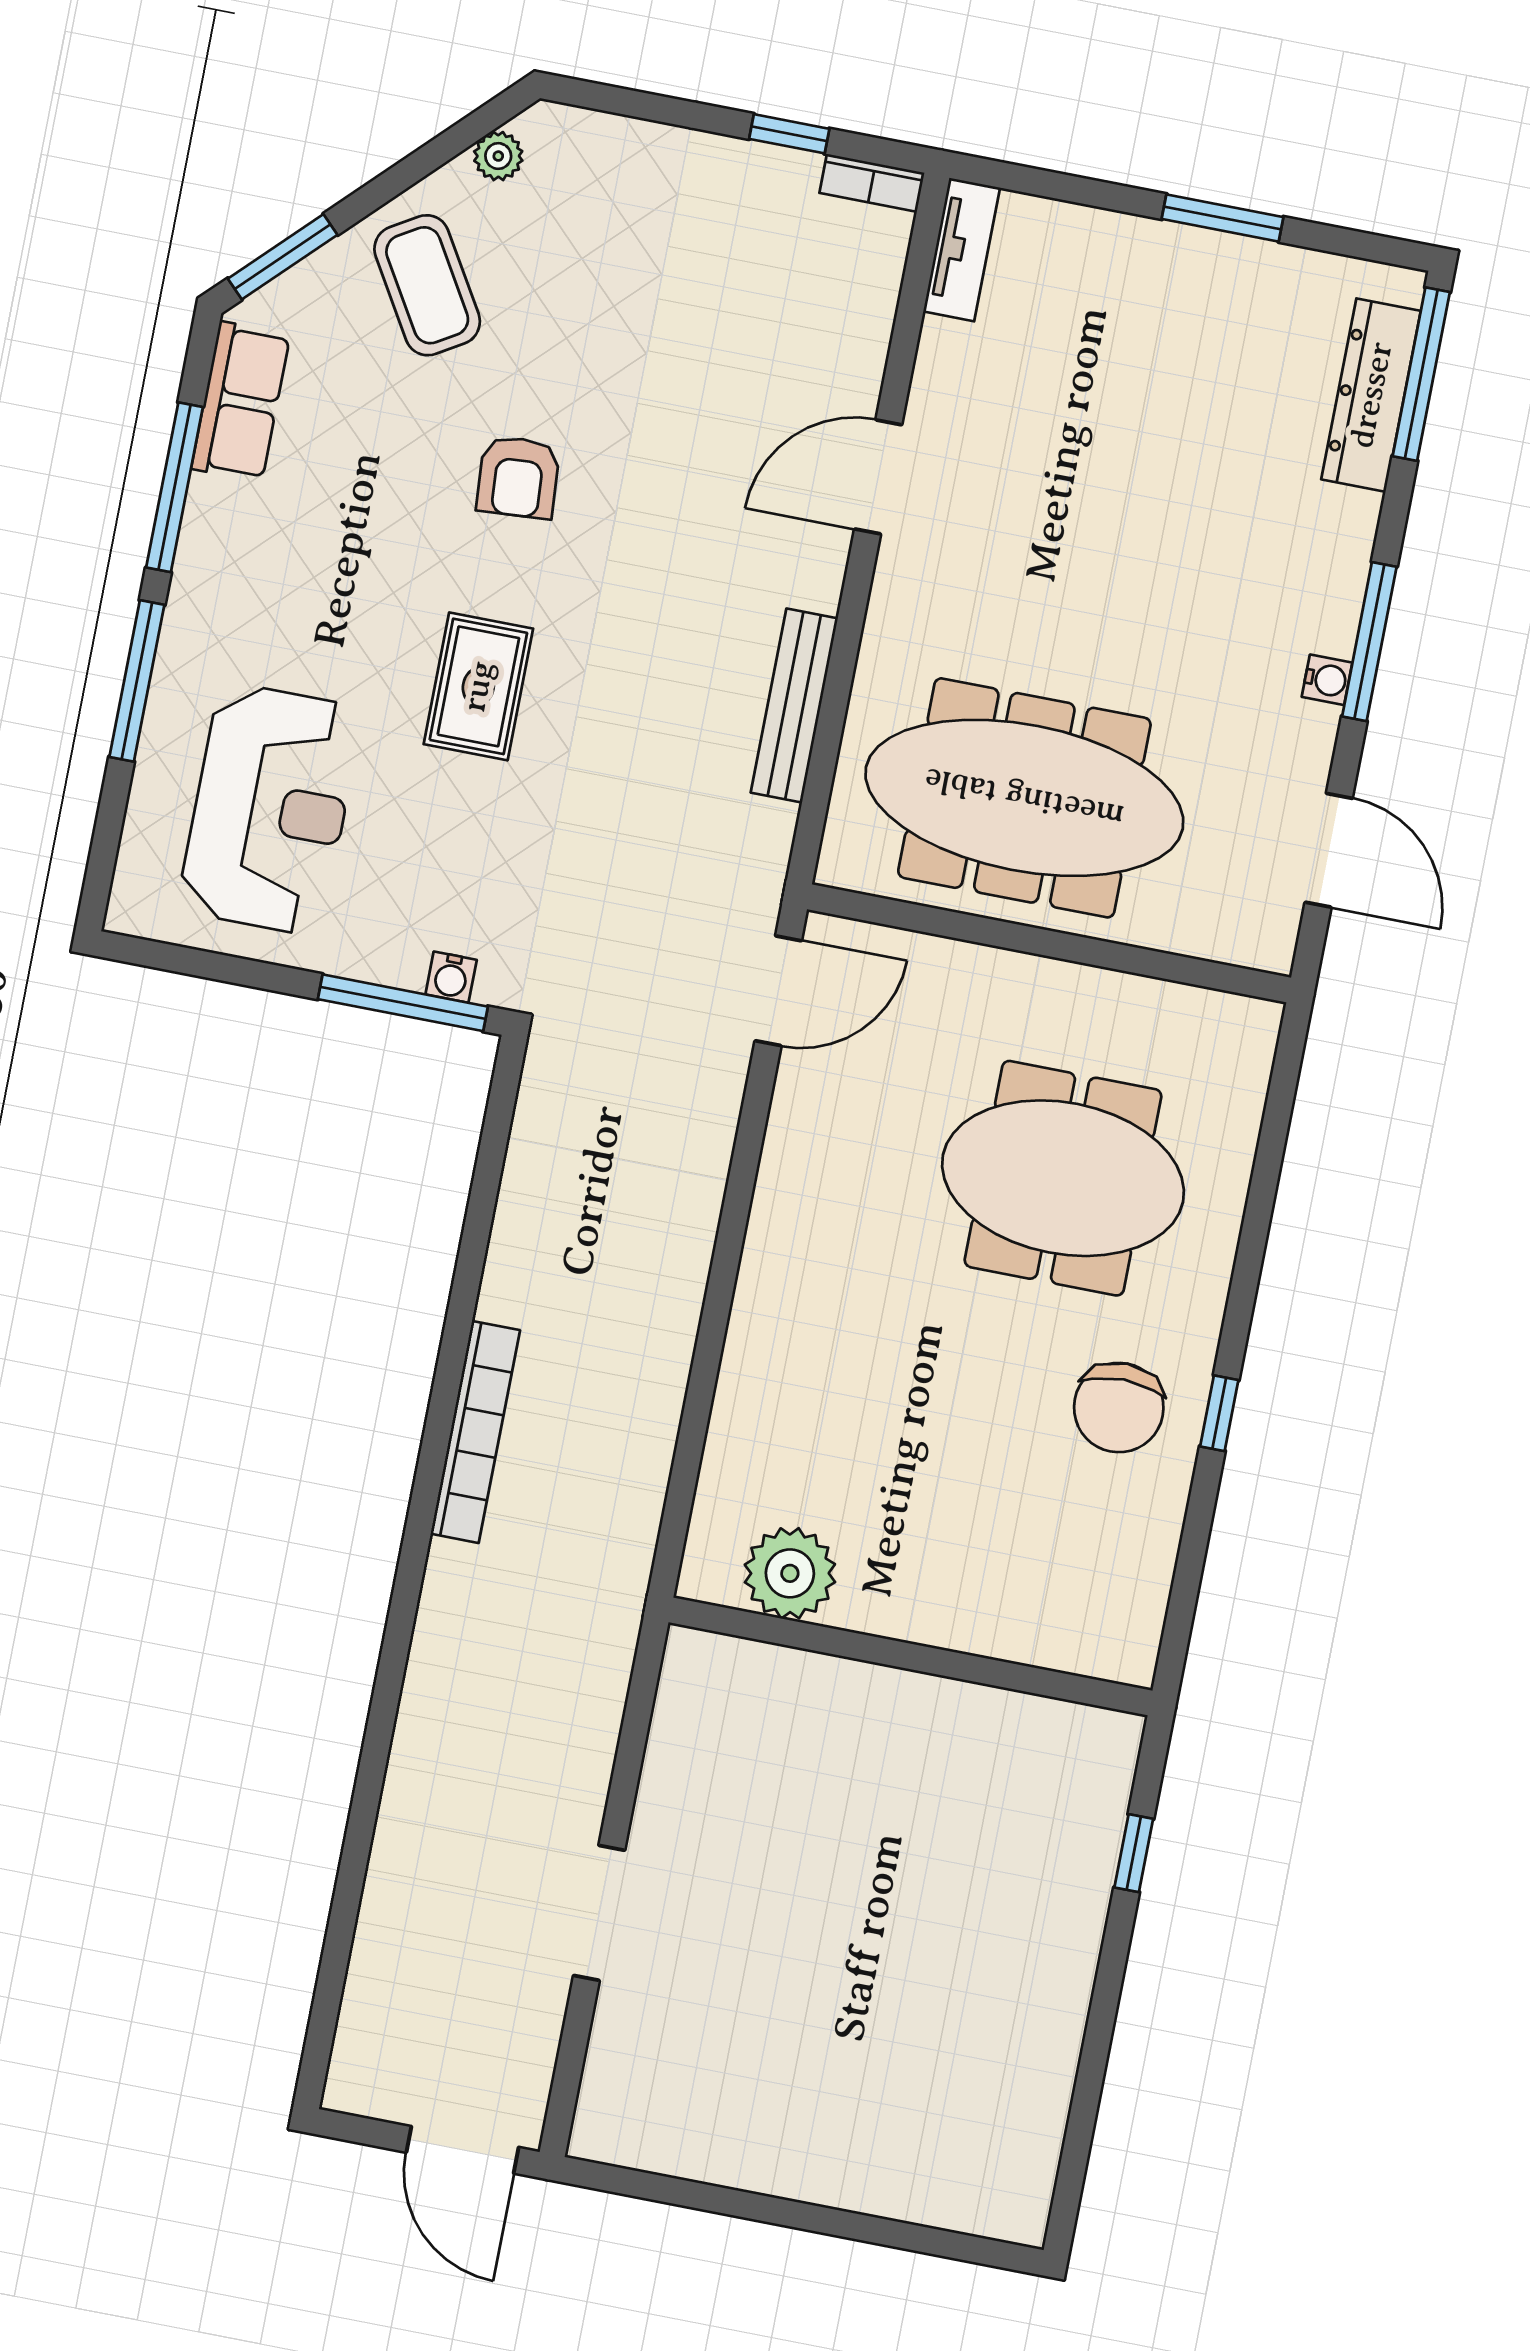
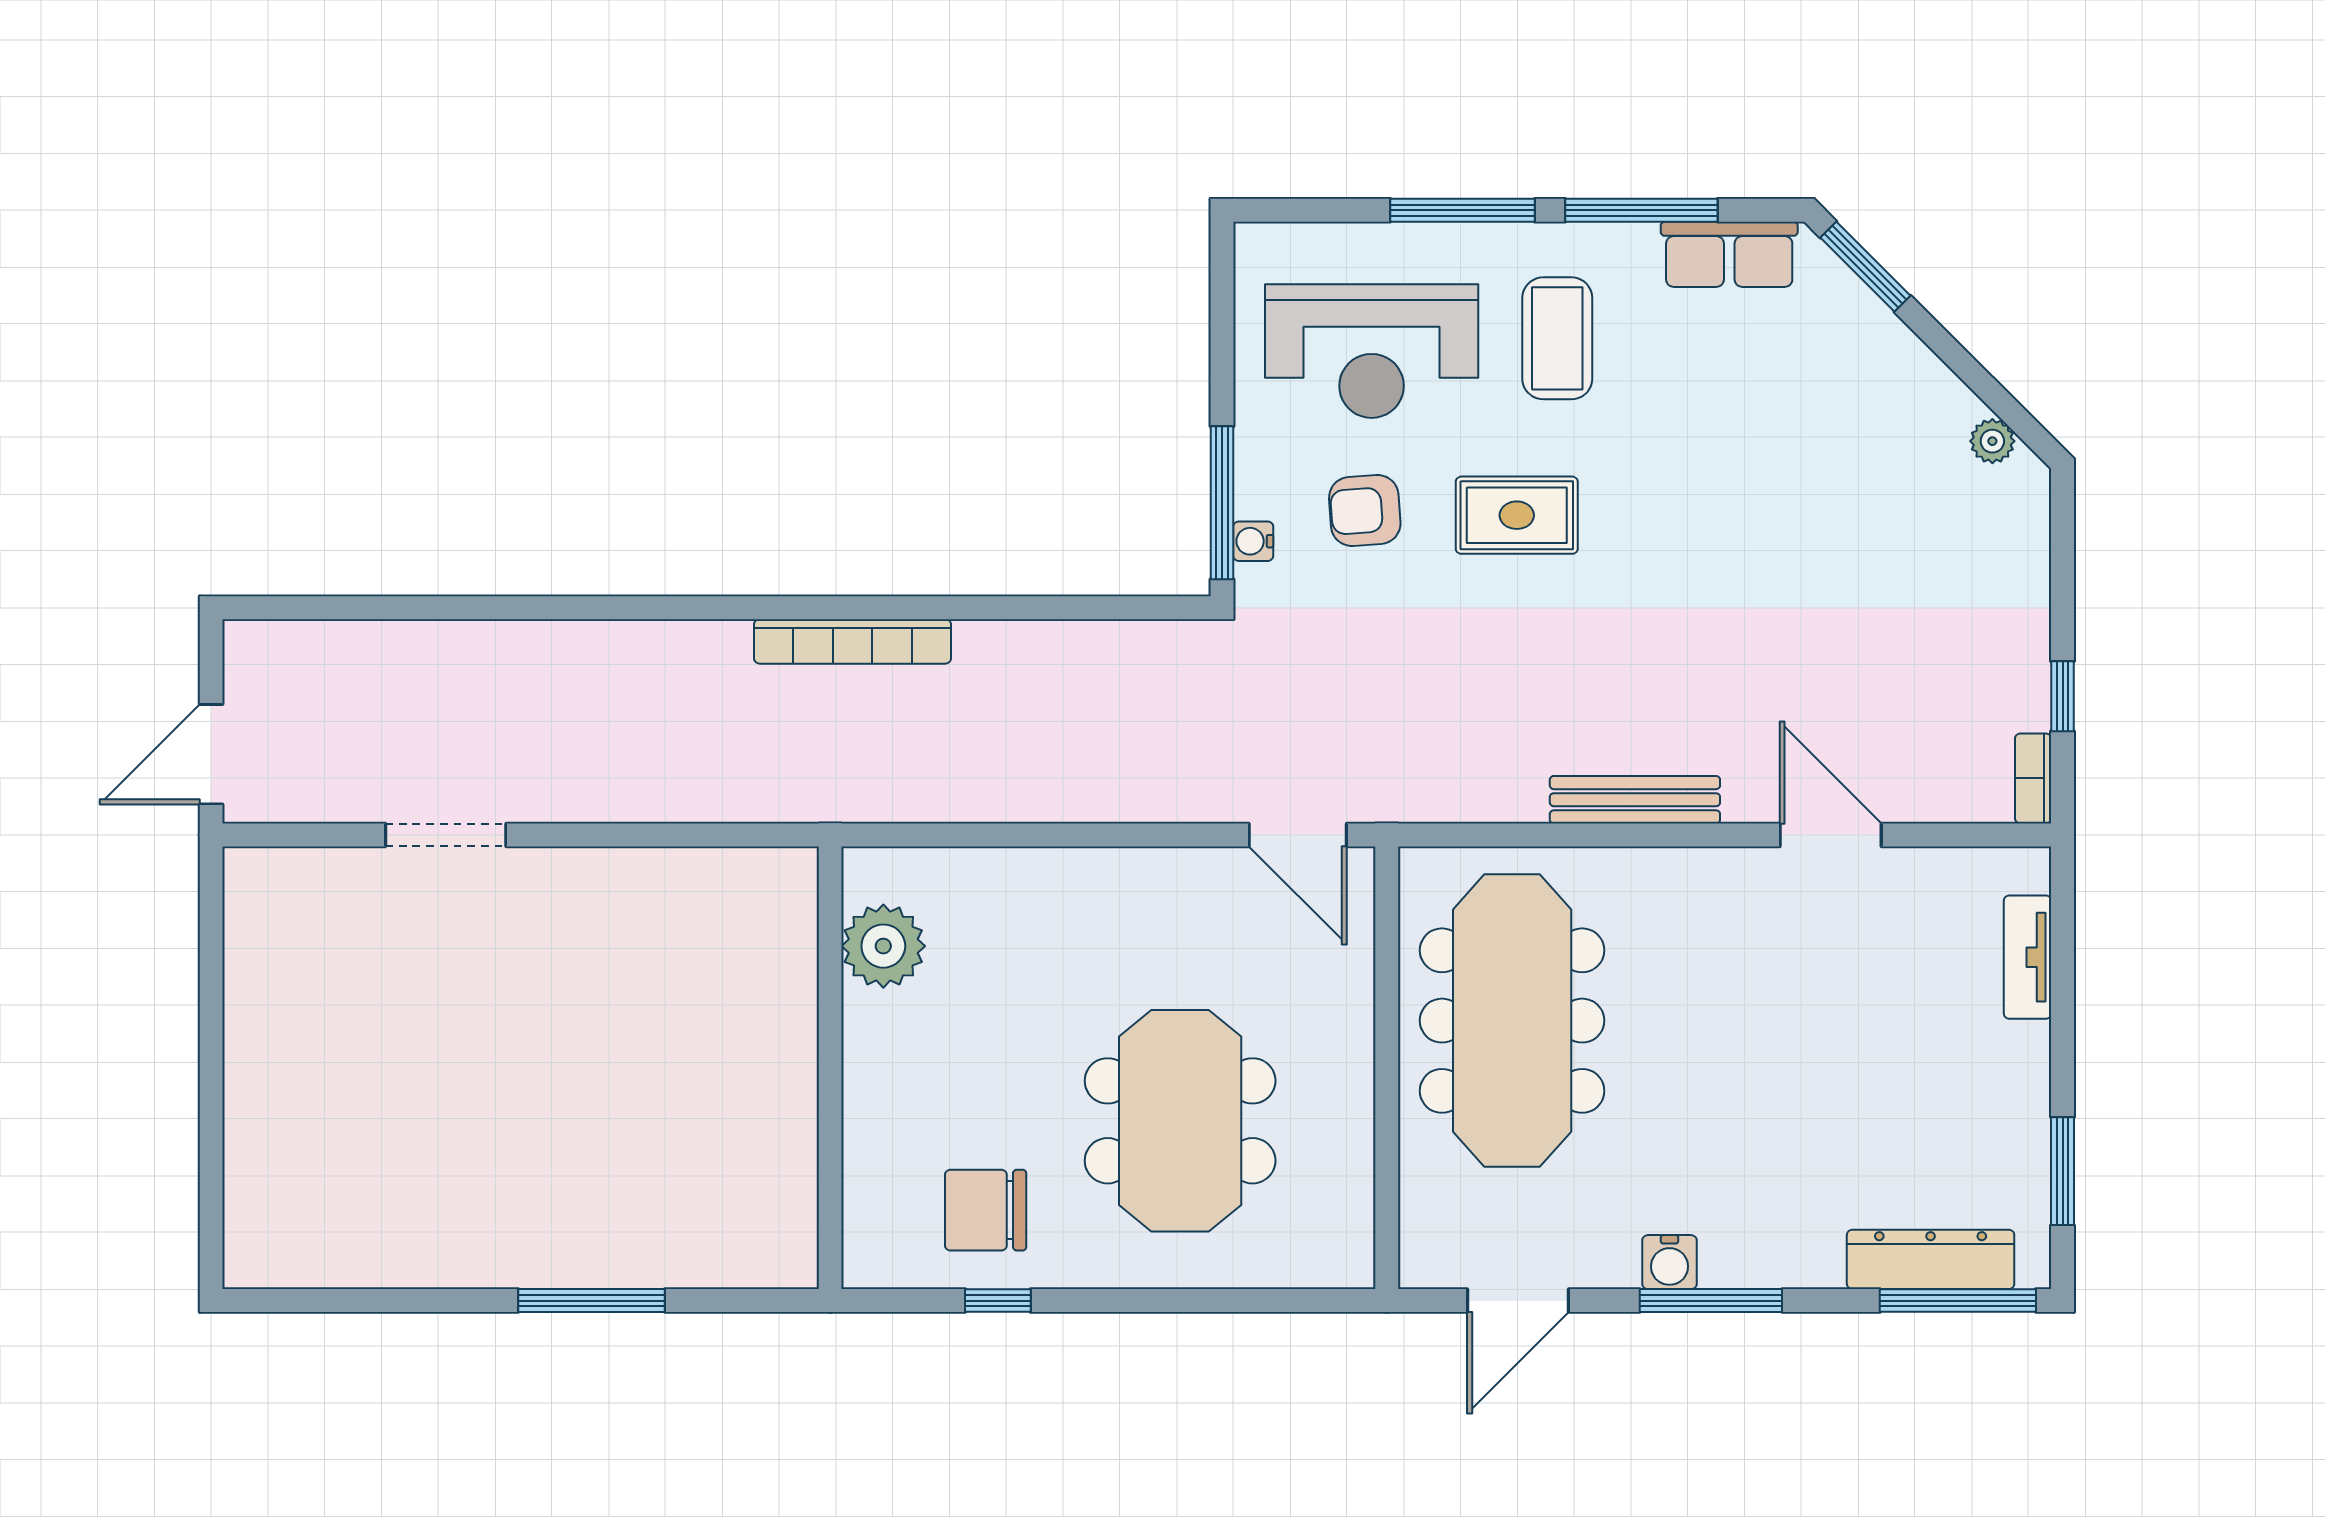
window: (1223, 218) -> (2063, 1171), moved
tv unit: (962, 250) -> (2028, 957), moved, turned 90
coffee table: (427, 285) -> (1557, 338), moved, turned -59
armchair: (518, 477) -> (1365, 511), moved
door: (878, 477) -> (1831, 835), moved
water cooler: (1327, 680) -> (1669, 1262), width x1.38, depth x1.38
bench: (794, 706) -> (1635, 800), moved
plant: (790, 1573) -> (883, 946), moved
wall: (910, 1656) -> (830, 1068), moved
window: (1134, 1853) -> (591, 1301), width x2.17

